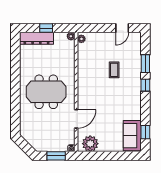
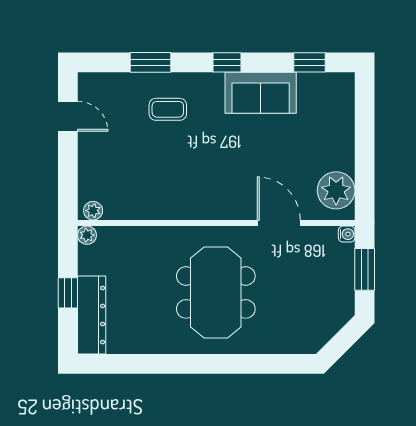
coffee table: (114, 70) -> (168, 109), moved
window: (145, 85) -> (227, 62), moved
sofa: (132, 136) -> (261, 93), moved

